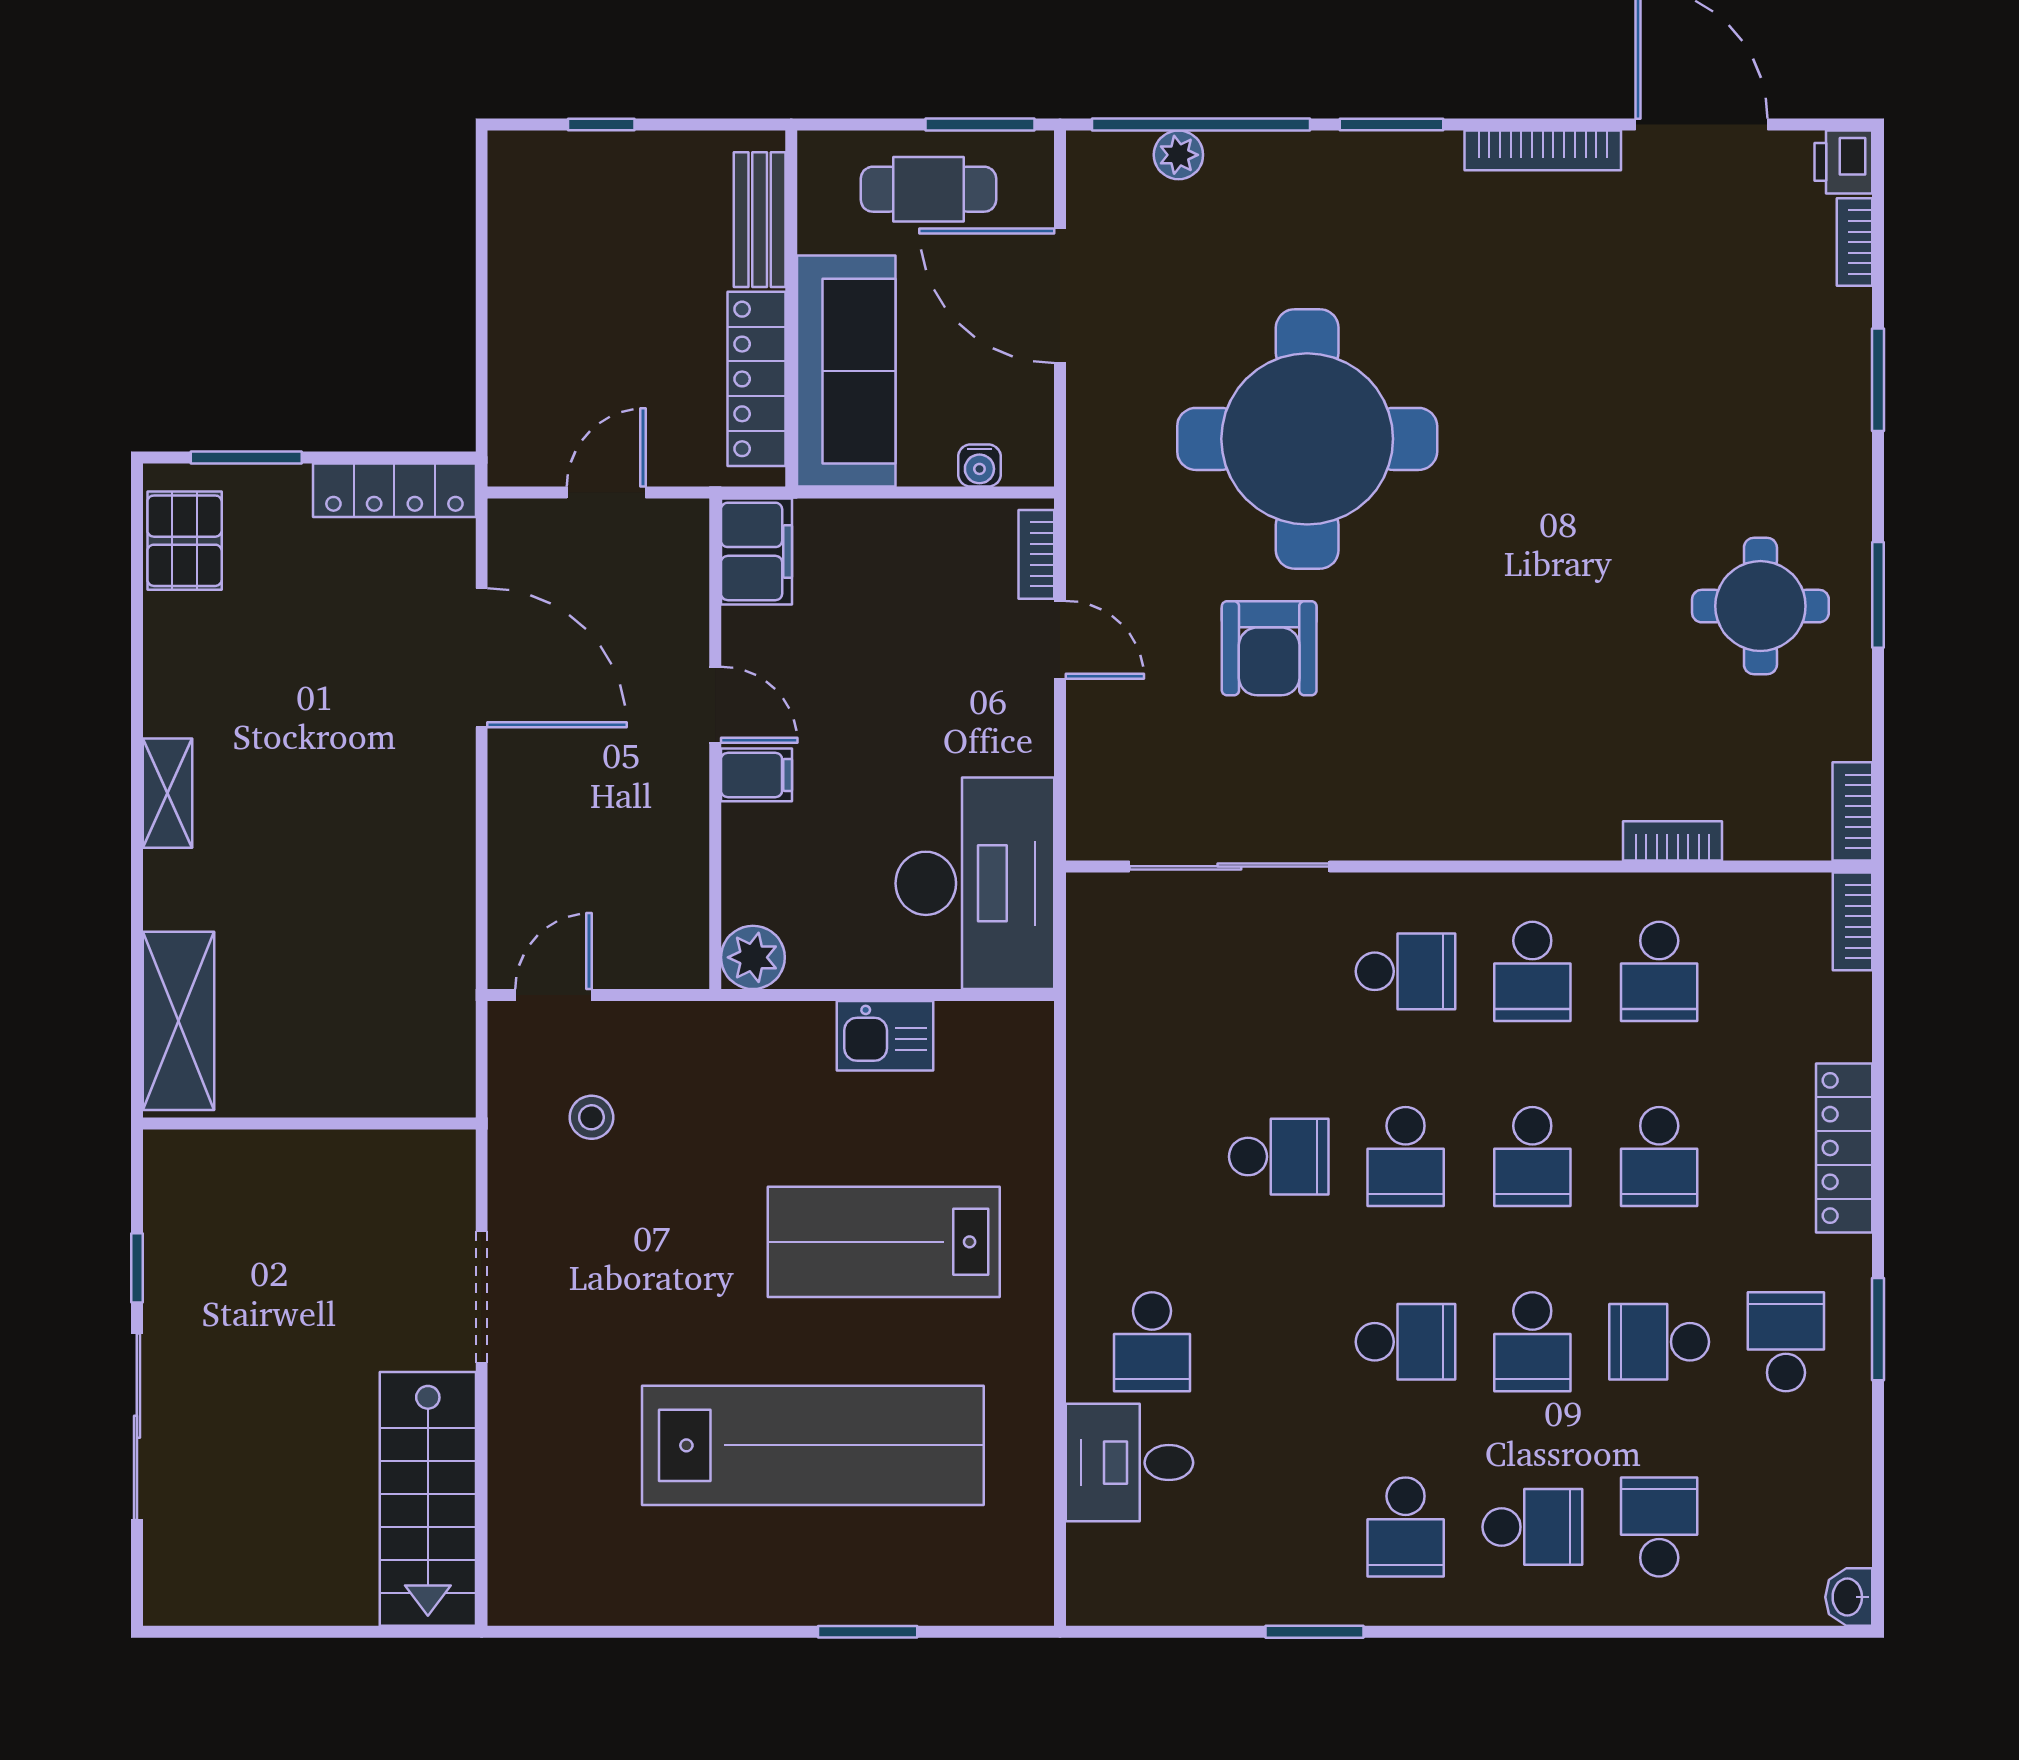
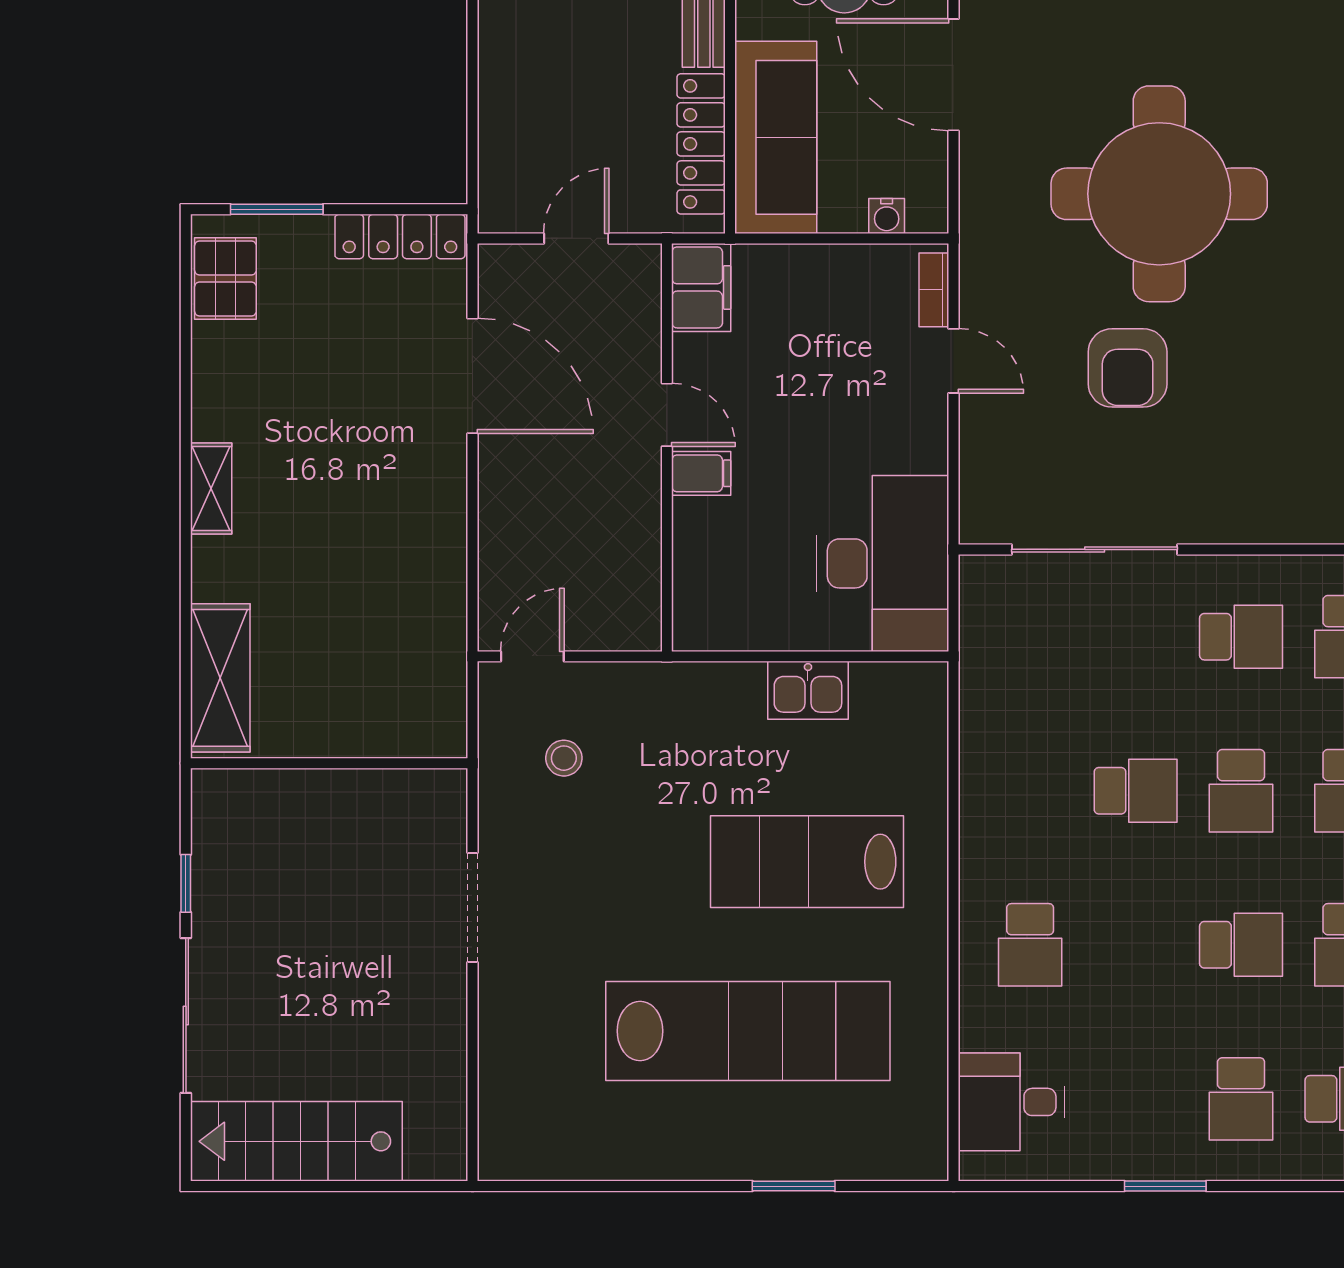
plant: (753, 957) -> (698, 625), removed
desk: (1129, 1463) -> (1011, 1102), moved
stairs: (428, 1499) -> (296, 1141), moved, turned 90

